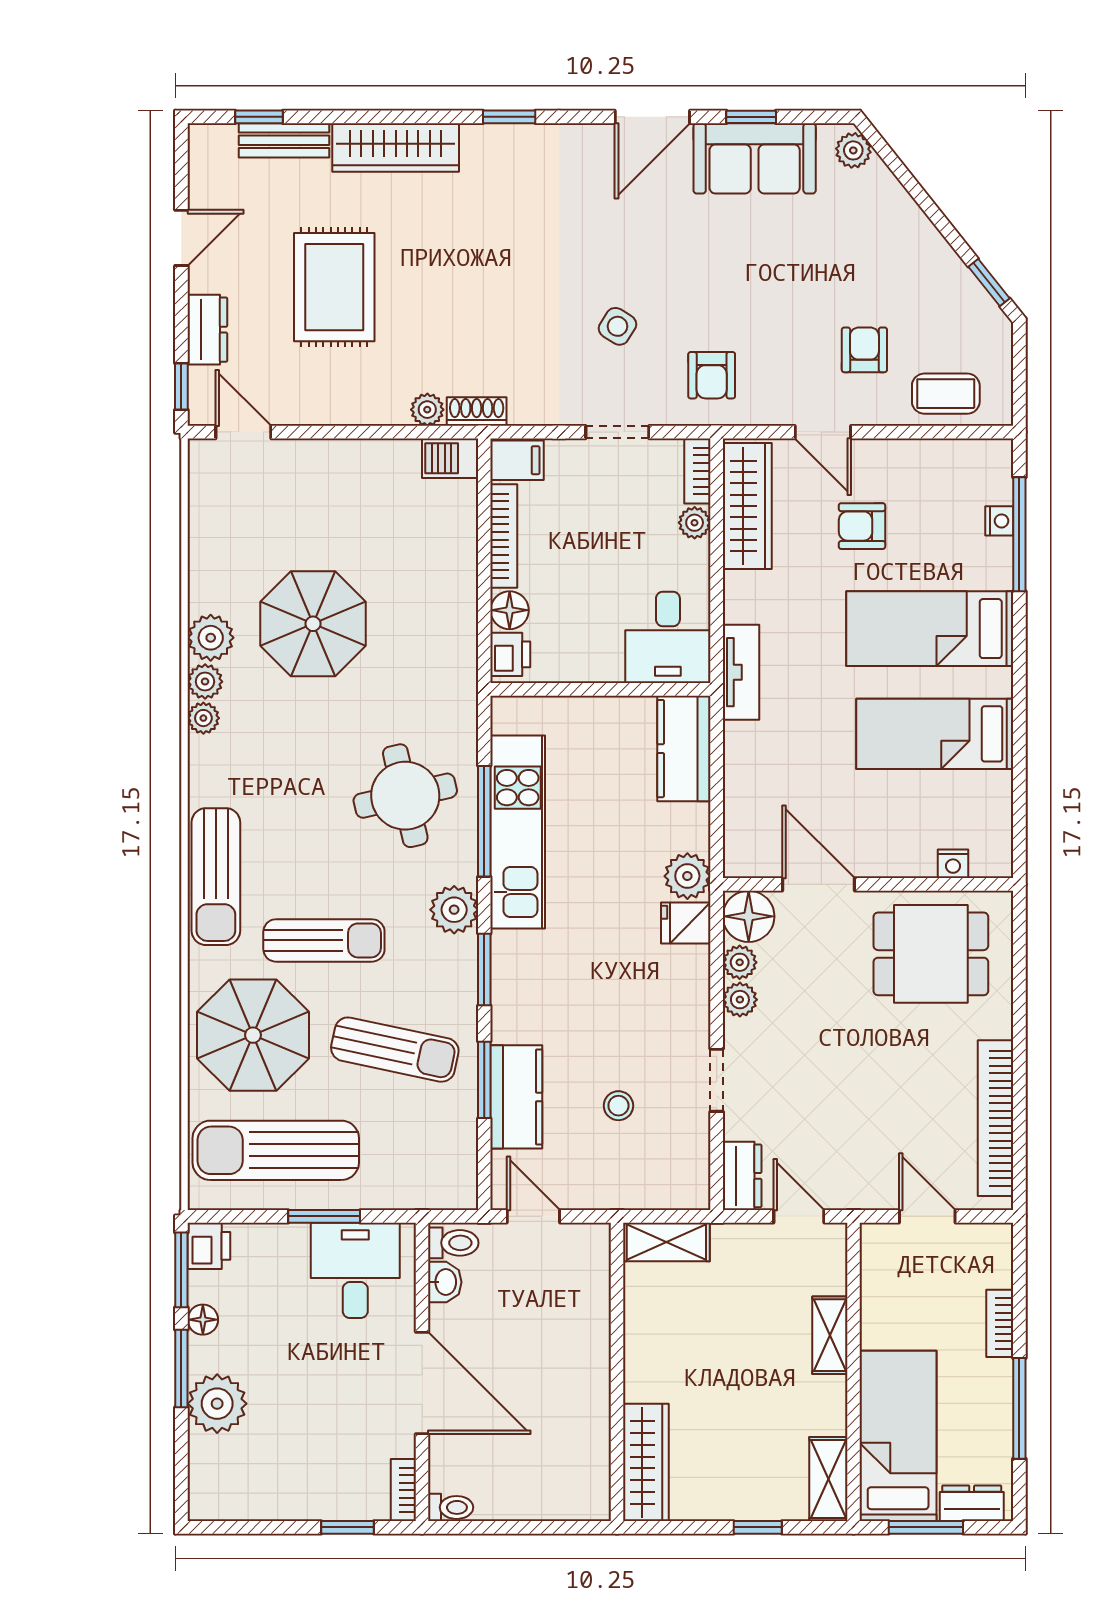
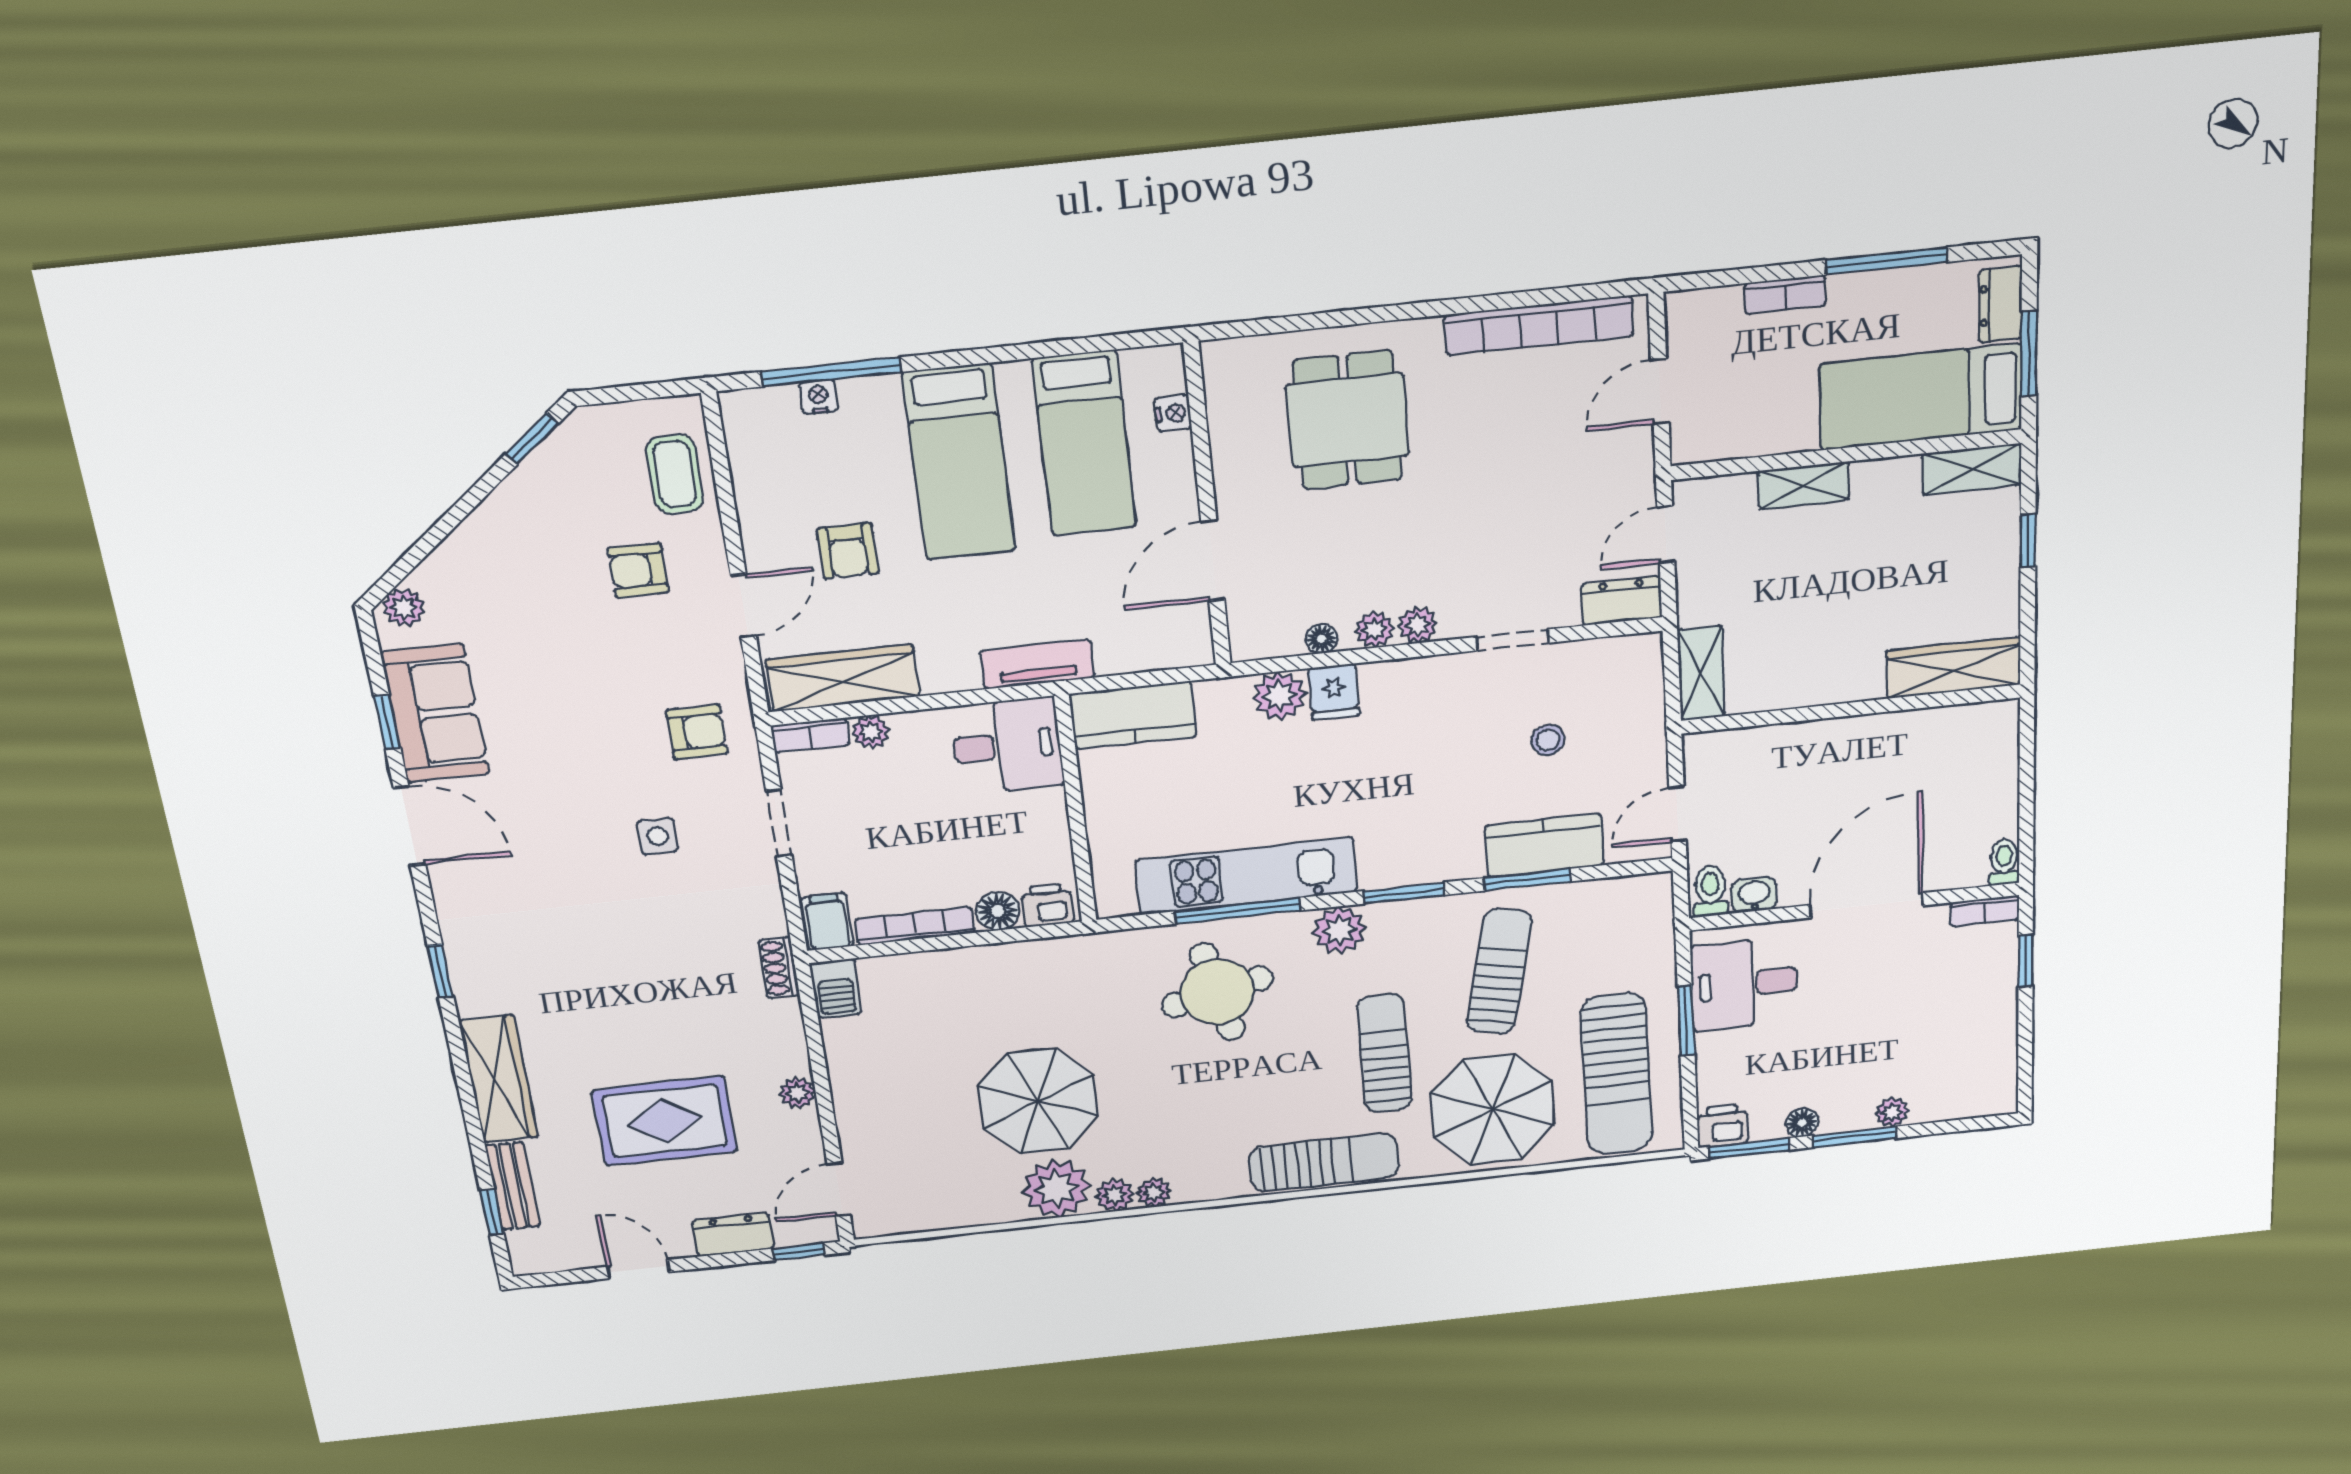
side table: (617, 326) -> (658, 836), turned -32
plant: (427, 410) -> (798, 1093), moved
plant: (211, 638) -> (1056, 1188), width x1.36, depth x1.36
nightstand: (953, 864) -> (1173, 413), moved
door: (819, 884) -> (1213, 561), moved
wall: (868, 884) -> (1207, 506), moved
floor lamp: (749, 916) -> (1321, 639), width x0.53, depth x0.53
plant: (217, 1404) -> (1892, 1112), width x0.53, depth x0.53

